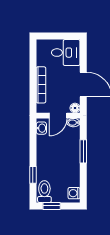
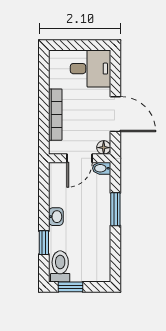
washbasin: (41, 128) -> (56, 217), moved
washing machine: (74, 193) -> (102, 269), removed

